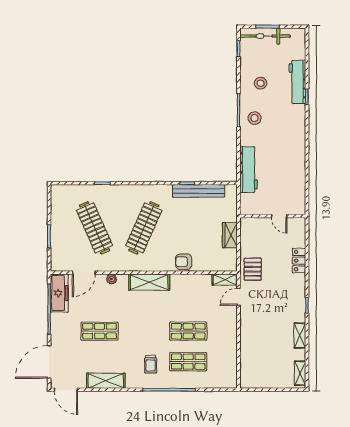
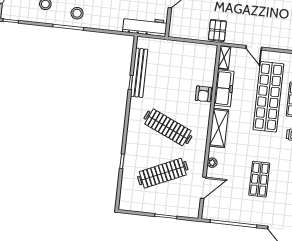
workbench: (249, 170) -> (145, 26), moved
wardrobe: (230, 235) -> (183, 48), removed
pallet: (253, 269) -> (217, 30), turned 90
door: (84, 273) -> (203, 188), hinge flipped
freezer: (59, 293) -> (224, 88), moved, turned 90
door: (239, 297) -> (254, 48), moved
shop shelf: (188, 331) -> (268, 97), width x2.00, depth x1.36

